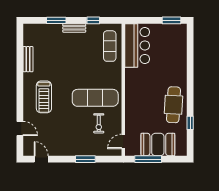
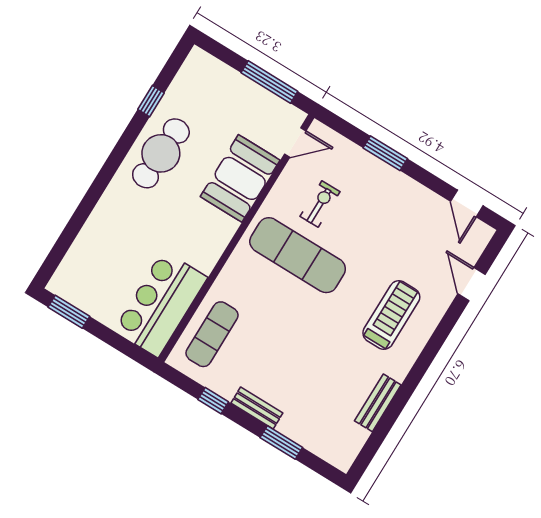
booth: (158, 144) -> (240, 178), moved, turned 90

